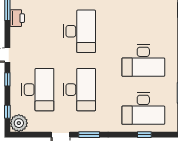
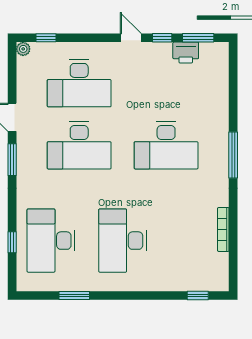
window: (7, 79) -> (162, 38), moved
plant: (19, 123) -> (23, 49), width x0.53, depth x0.53

